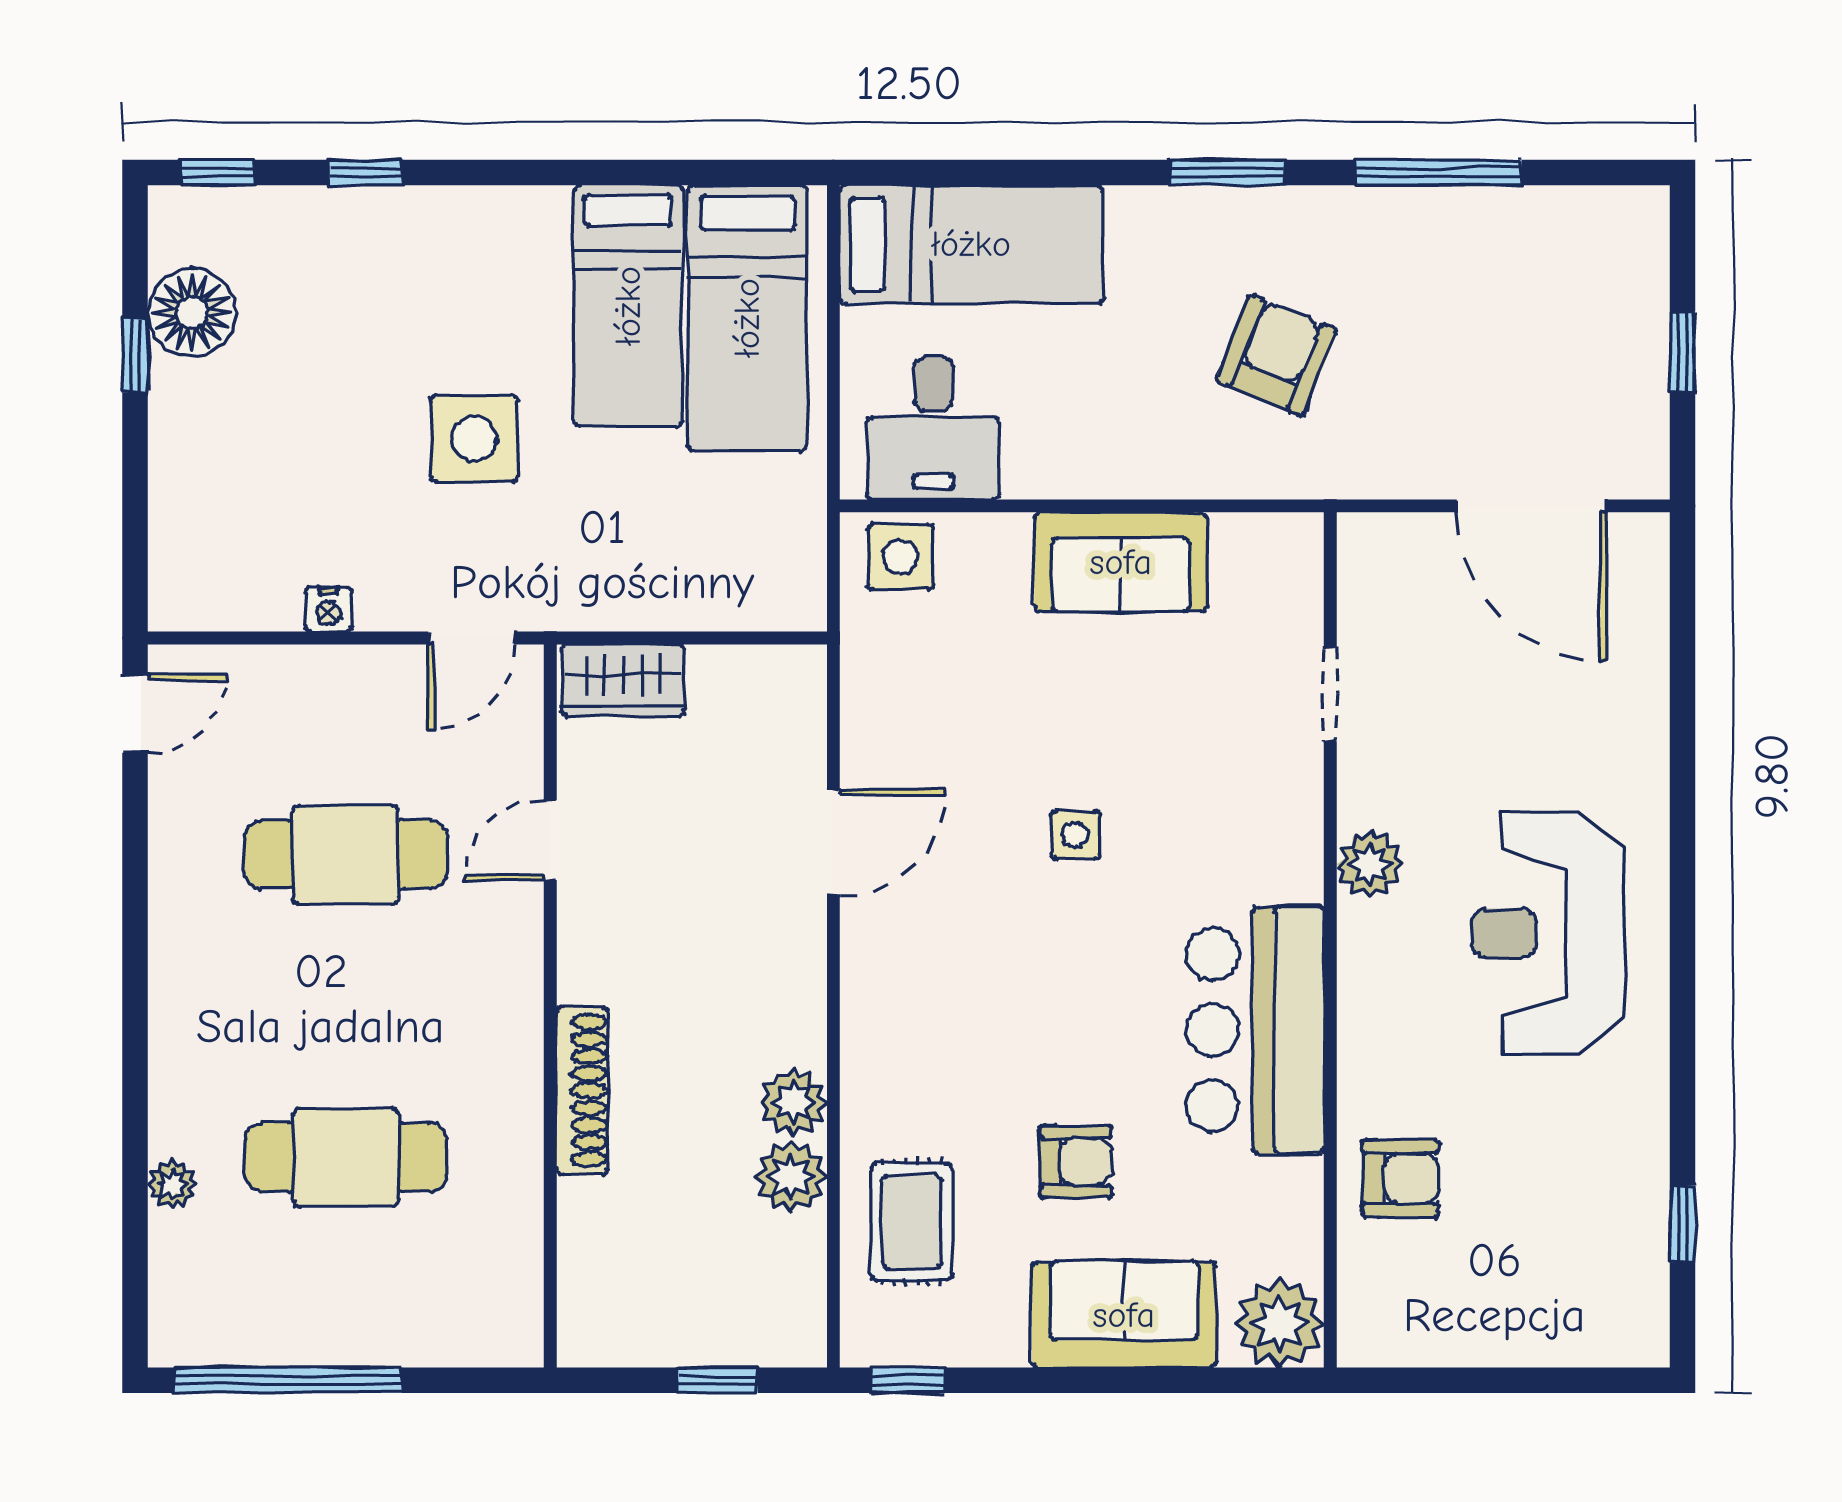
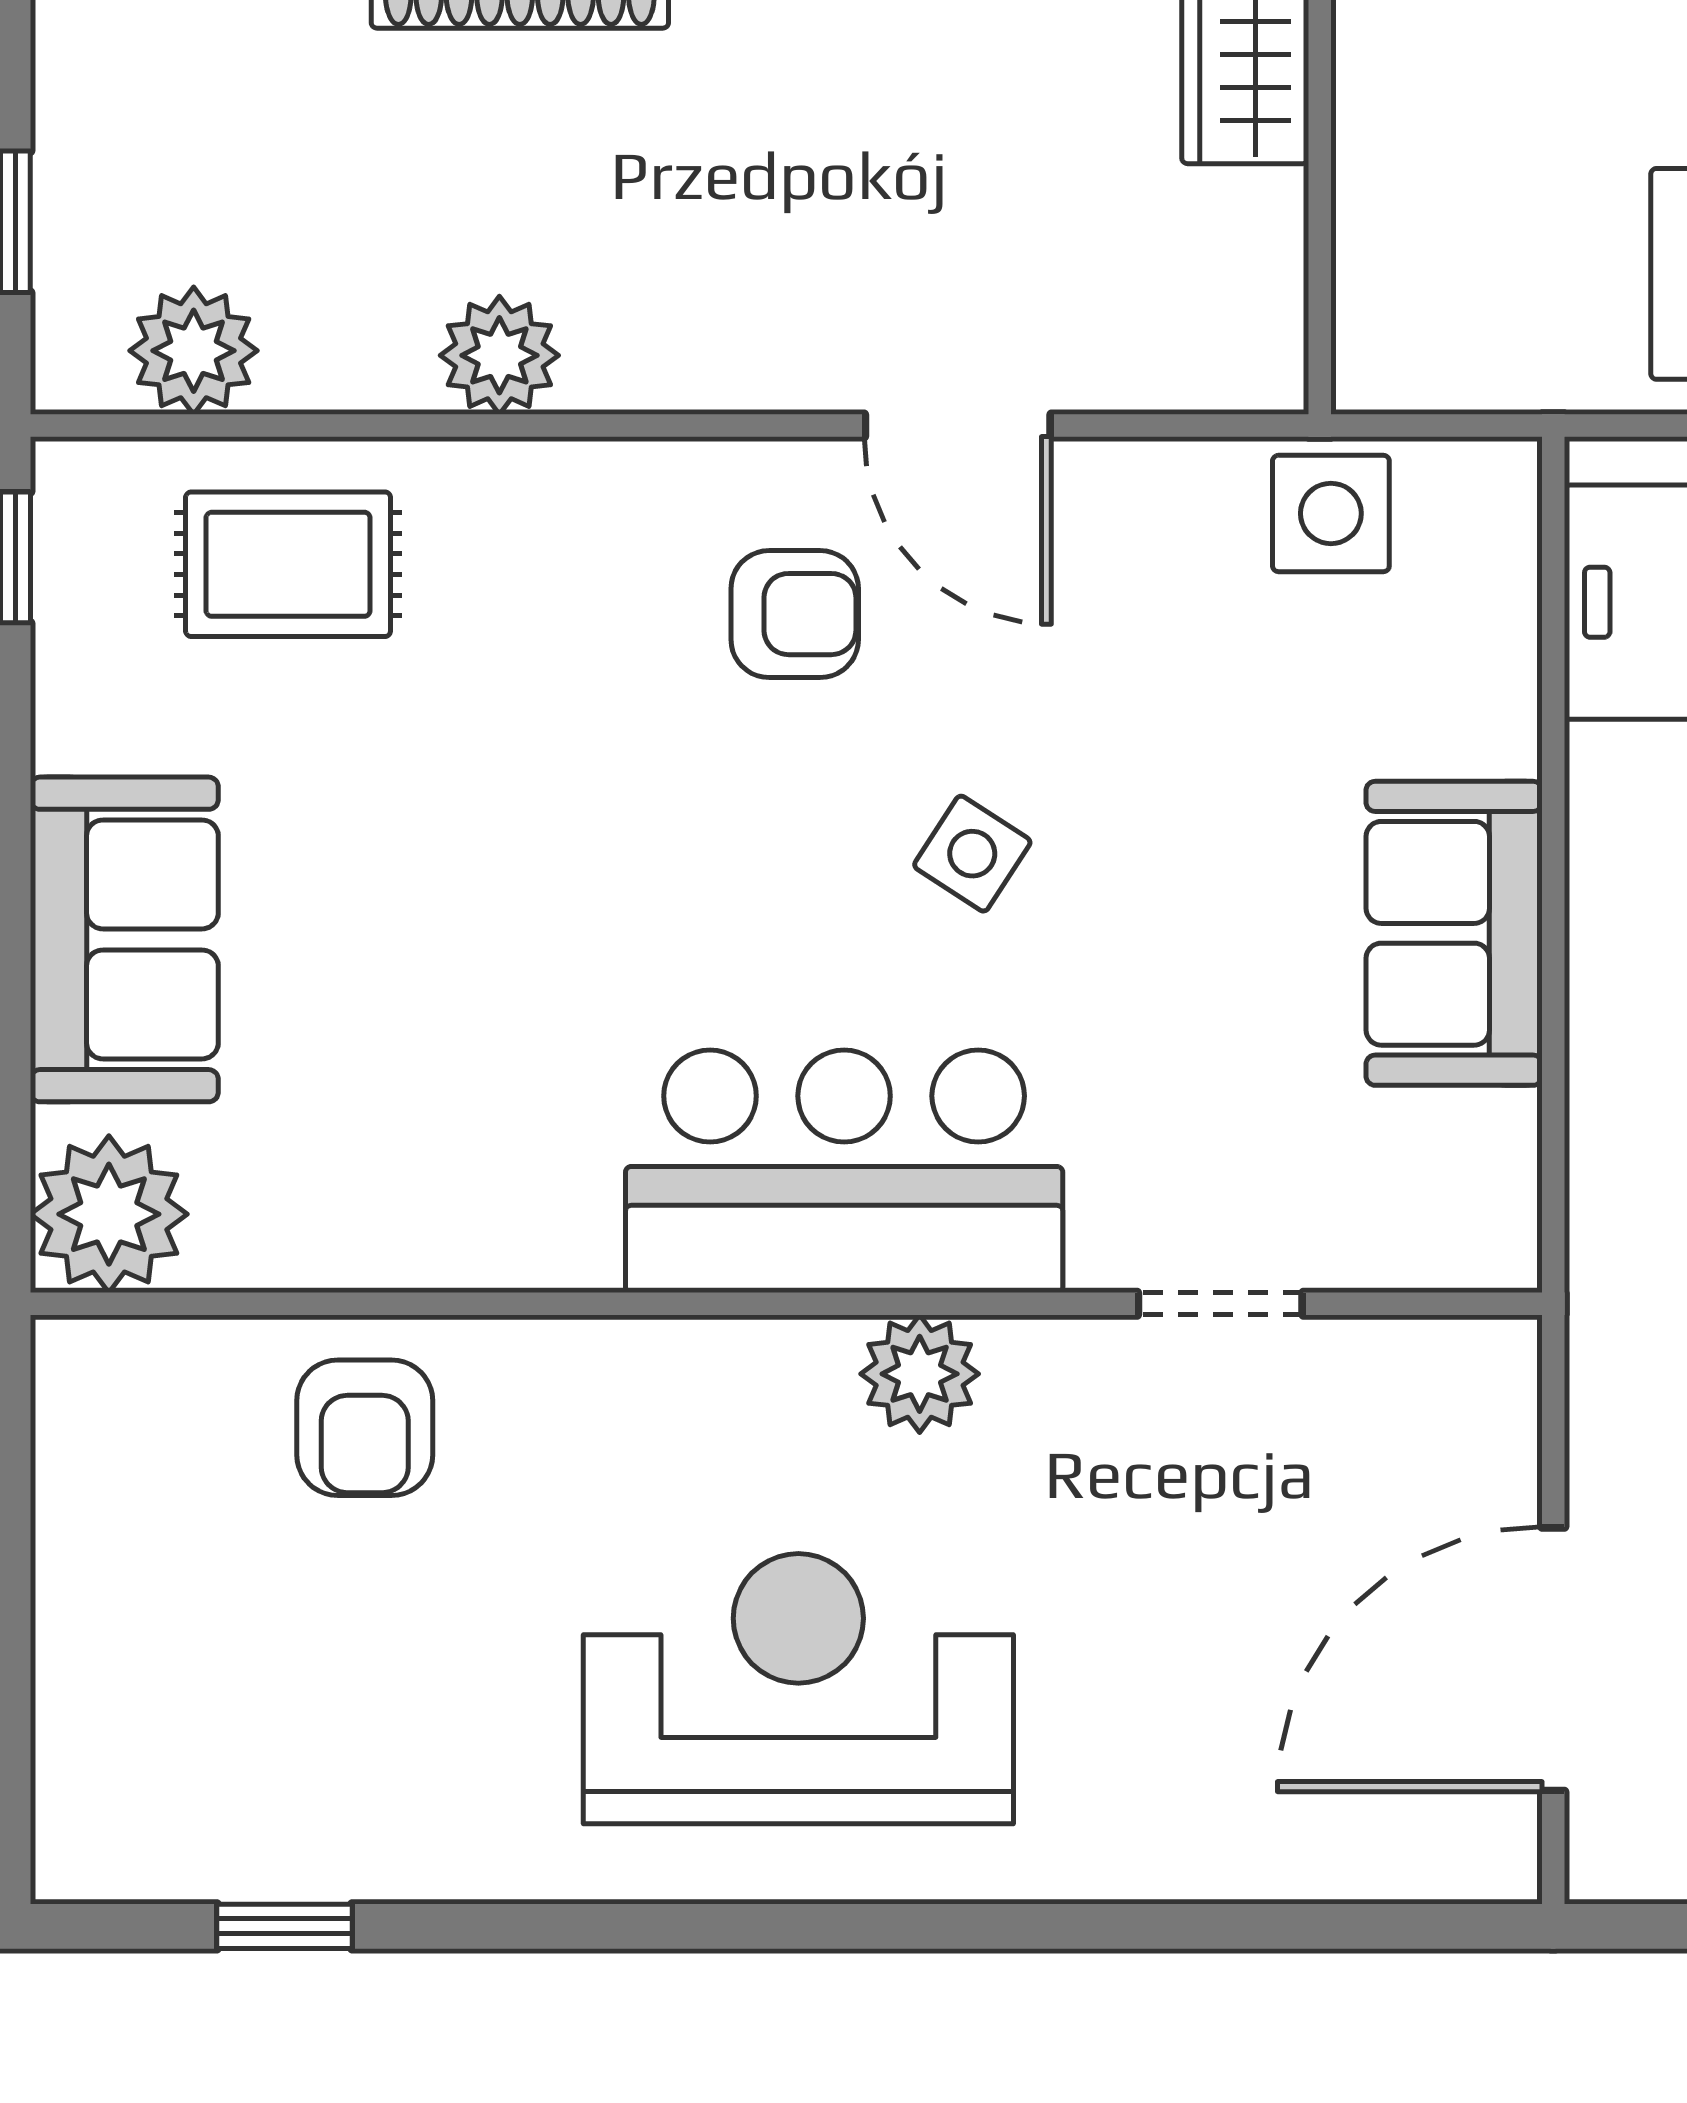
side table: (901, 557) -> (1331, 513), moved
side table: (1075, 835) -> (972, 854), turned 33
bar counter: (1255, 1030) -> (844, 1171), moved
armchair: (1076, 1162) -> (795, 614), moved, turned -90
plant: (791, 1177) -> (194, 351), moved

